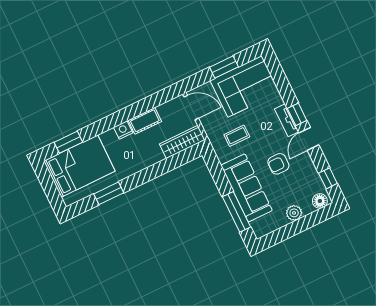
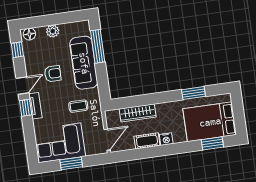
door: (191, 108) -> (107, 140), swing flipped
wardrobe: (182, 142) -> (138, 113), moved

